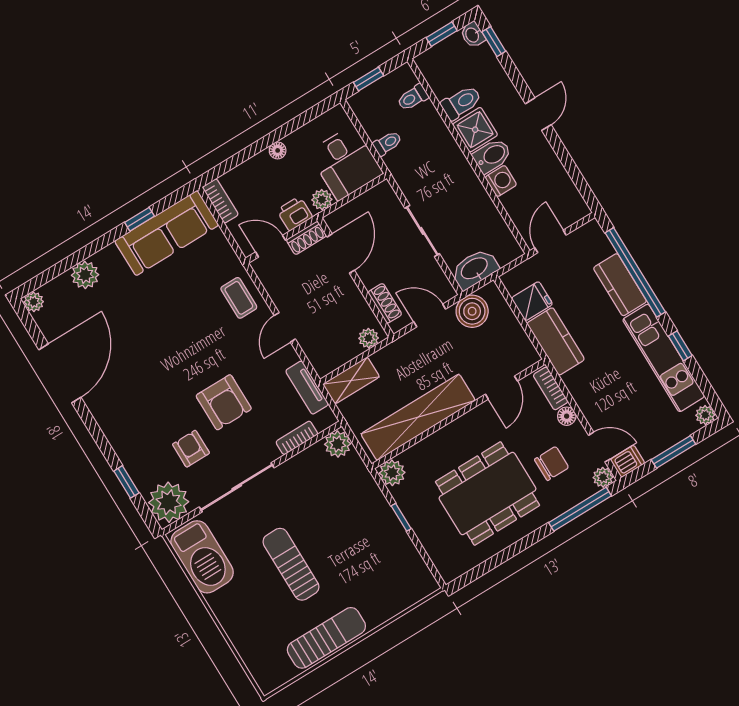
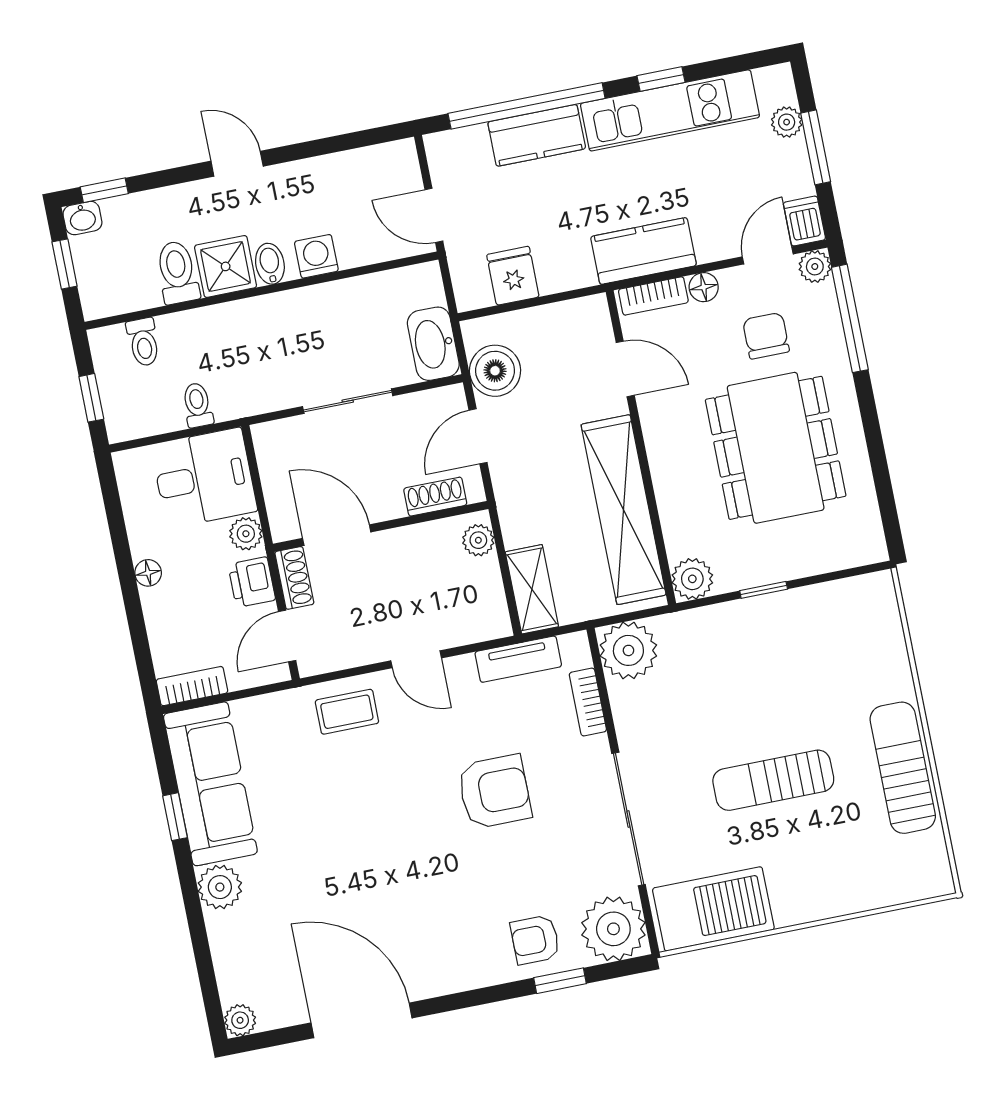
bidet: (492, 156) -> (270, 264), width x0.72, depth x0.74
plant: (85, 275) -> (220, 887), moved
kitchen counter: (556, 341) -> (643, 251), moved
plant: (705, 415) -> (787, 122), moved
plant: (338, 444) -> (628, 650), width x1.36, depth x1.36
armchair: (191, 449) -> (535, 940), moved

